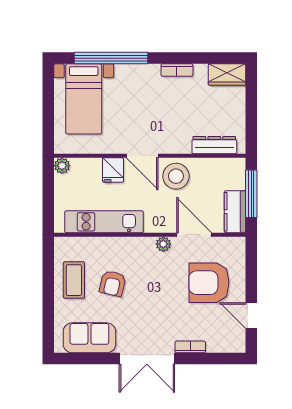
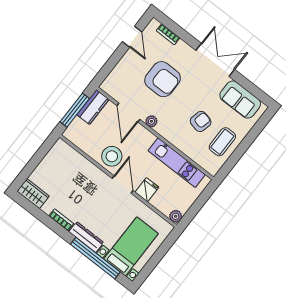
dresser: (214, 145) -> (86, 237), moved, turned 180
armchair: (209, 283) -> (163, 79), moved
bookcase: (190, 347) -> (168, 34), moved

